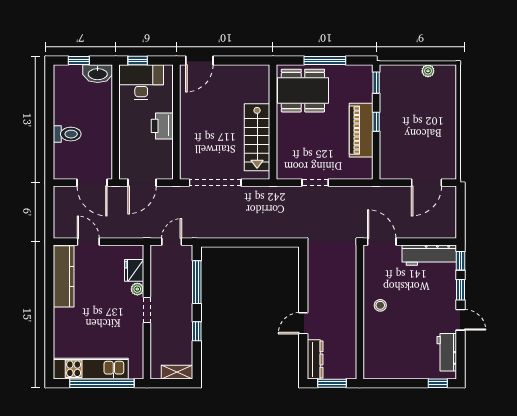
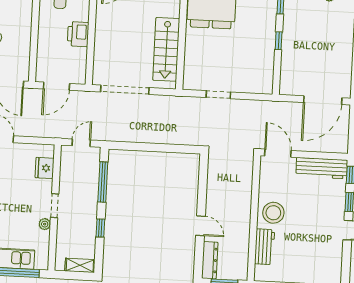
piano: (361, 130) -> (264, 48), removed
door: (427, 183) -> (323, 100), width x1.36
plant: (137, 289) -> (45, 224), moved
stool: (380, 305) -> (273, 213), width x1.89, depth x1.89
door: (303, 323) -> (200, 226), swing flipped
workbench: (447, 352) -> (265, 247), moved, turned 180

